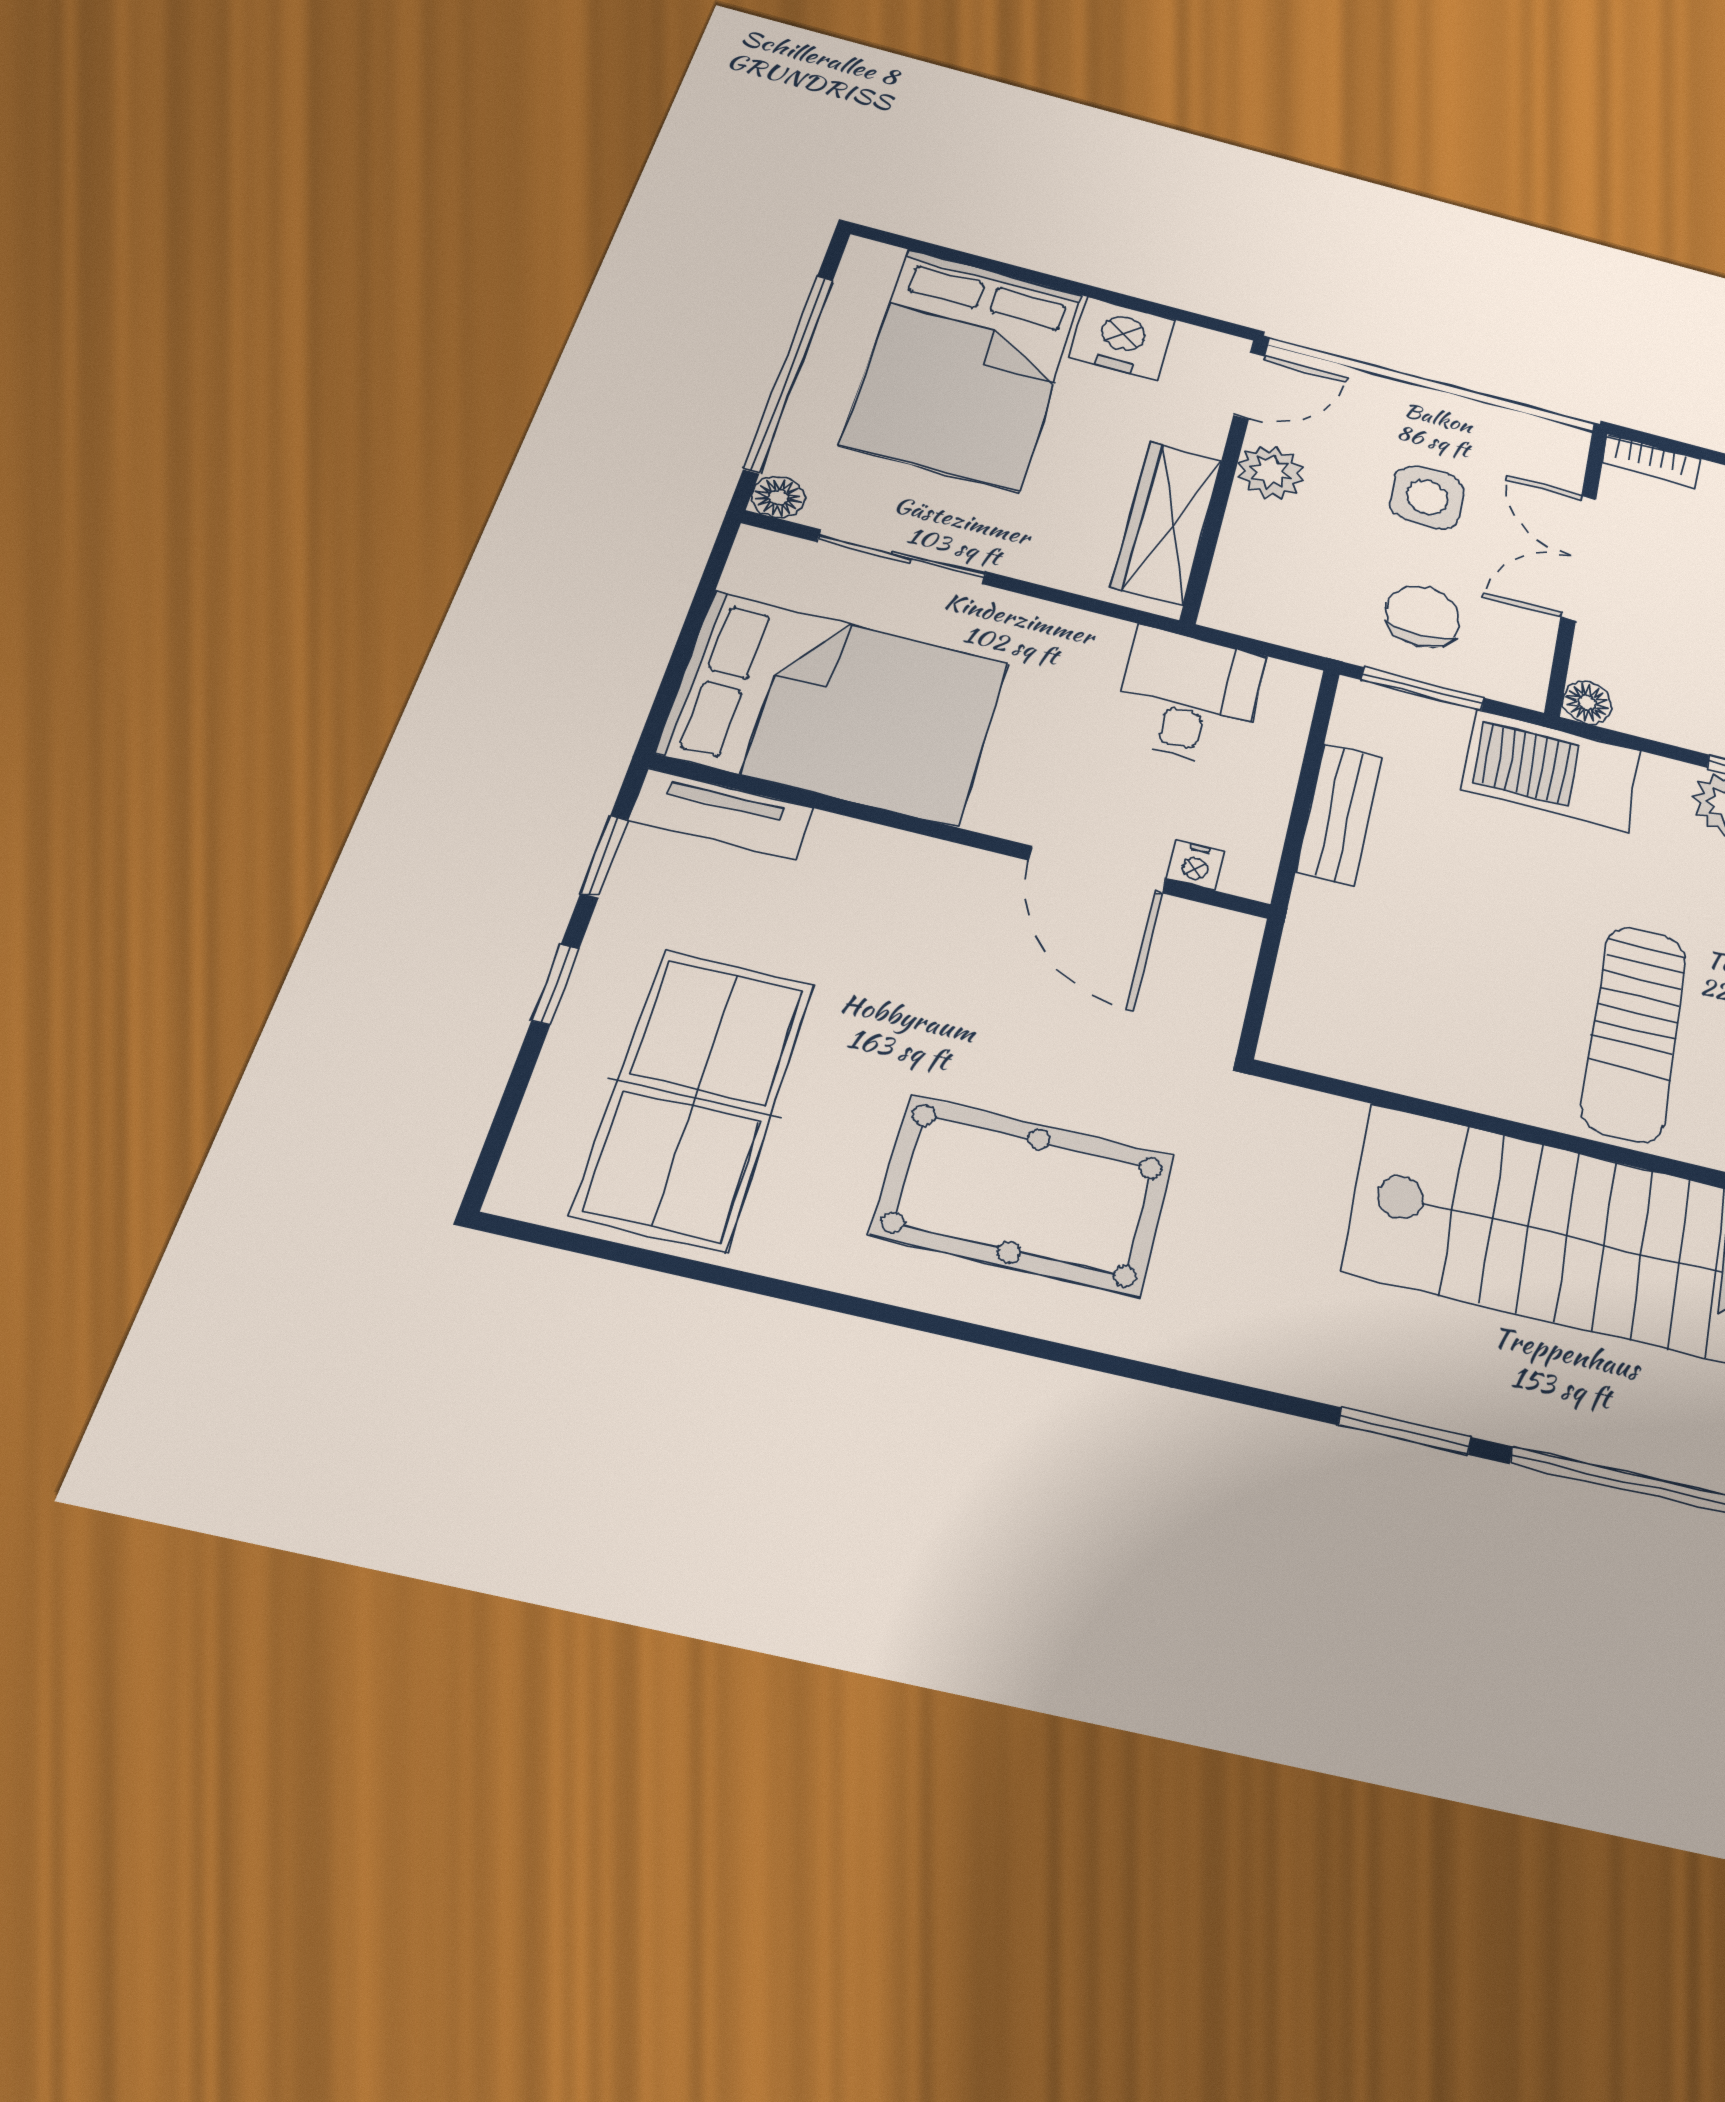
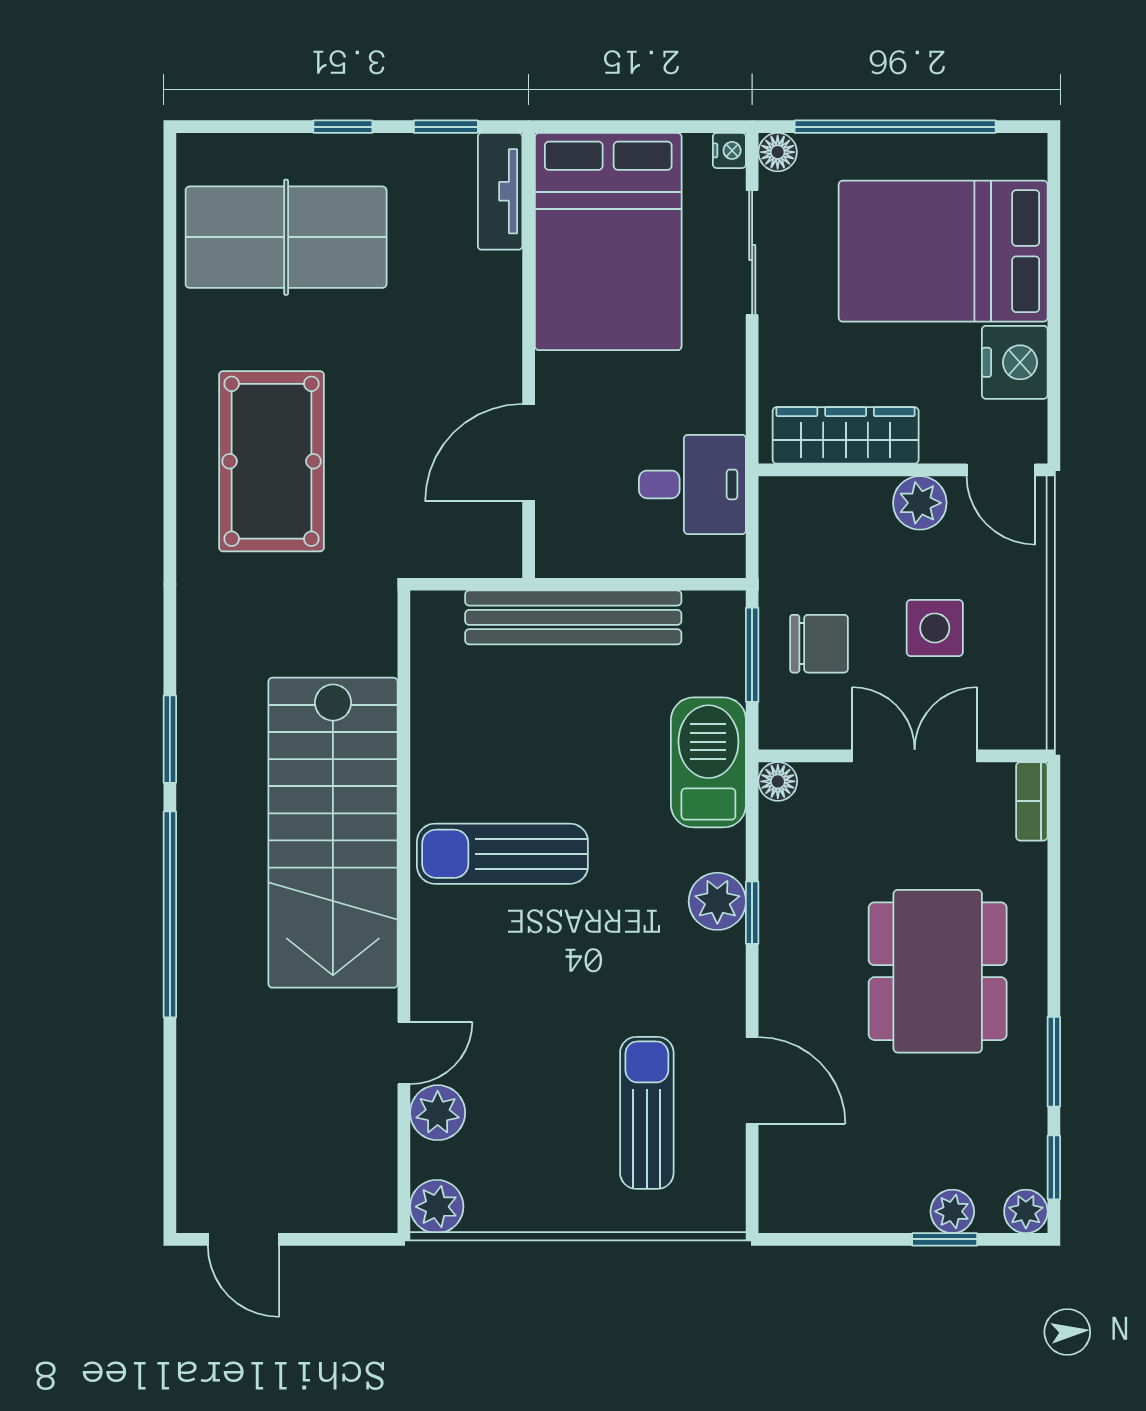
bench: (1339, 815) -> (573, 617), width x1.86, depth x1.21
nightstand: (1196, 865) -> (729, 150), moved, turned 180

